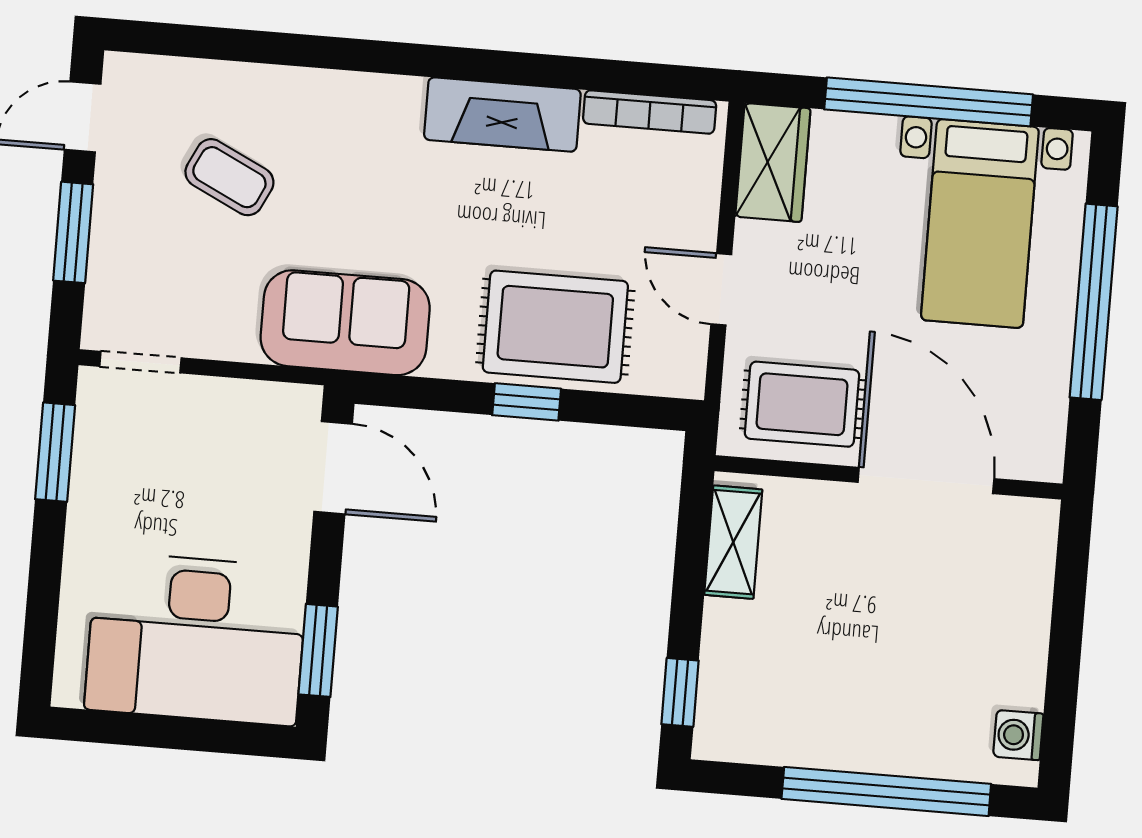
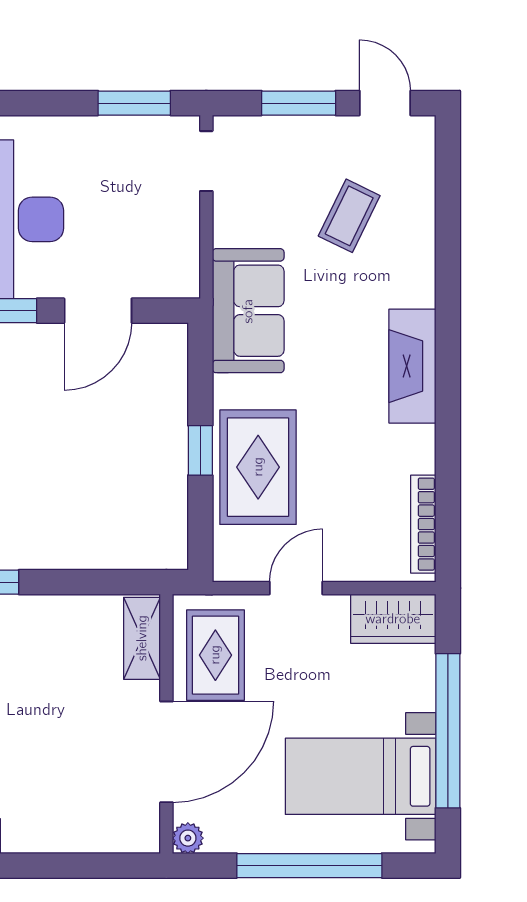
fireplace: (502, 115) -> (412, 366), moved
plant: (1044, 461) -> (188, 838), added
door: (333, 468) -> (98, 311), moved
shelving: (733, 542) -> (142, 638), moved, turned 90

